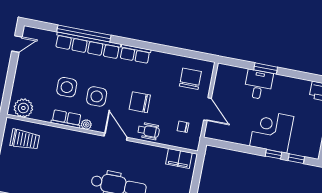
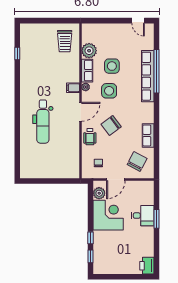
row of seats: (135, 54) -> (148, 135), moved
chair: (190, 79) -> (137, 162), turned -62
chair: (140, 102) -> (111, 125), turned -127
plant: (23, 108) -> (89, 51), moved
corner desk: (272, 131) -> (108, 215), moved
plant: (220, 133) -> (99, 193), added
filing cabinet: (179, 158) -> (73, 88), moved, width x0.50

